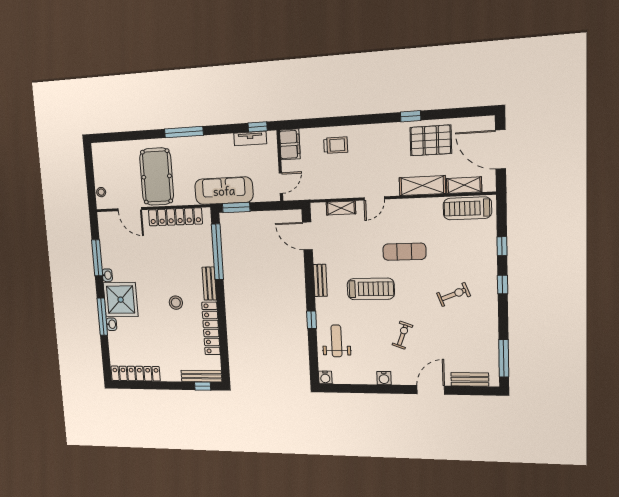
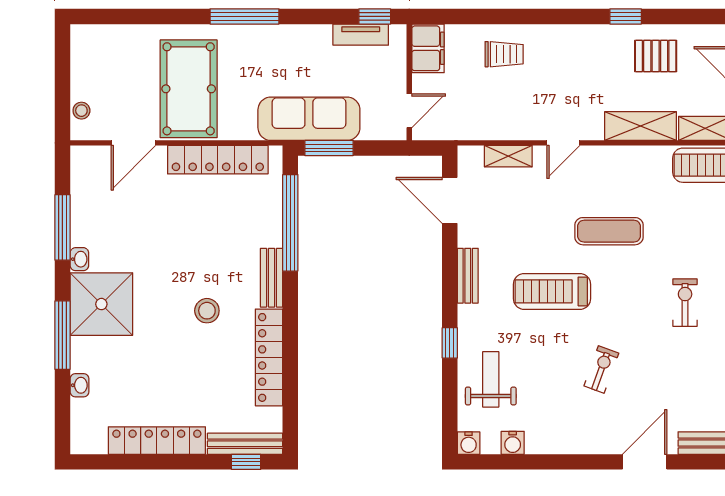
pallet: (431, 140) -> (656, 56), width x0.67, depth x0.71
door: (130, 209) -> (133, 143), hinge flipped
treadmill: (371, 289) -> (552, 291), turned 180
exercise bike: (454, 294) -> (685, 303), turned -69
washbasin: (112, 324) -> (80, 385), moved
locker: (136, 374) -> (157, 441), moved
water cooler: (384, 378) -> (513, 443), moved

